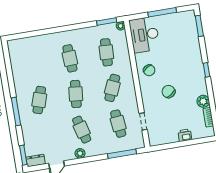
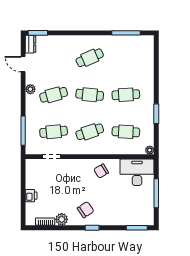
window: (107, 21) -> (156, 114), moved
cafe table: (112, 88) -> (90, 132), turned -42
chair: (169, 92) -> (86, 210), moved
cafe table: (39, 100) -> (90, 58), turned -42
window: (16, 112) -> (126, 33), moved

